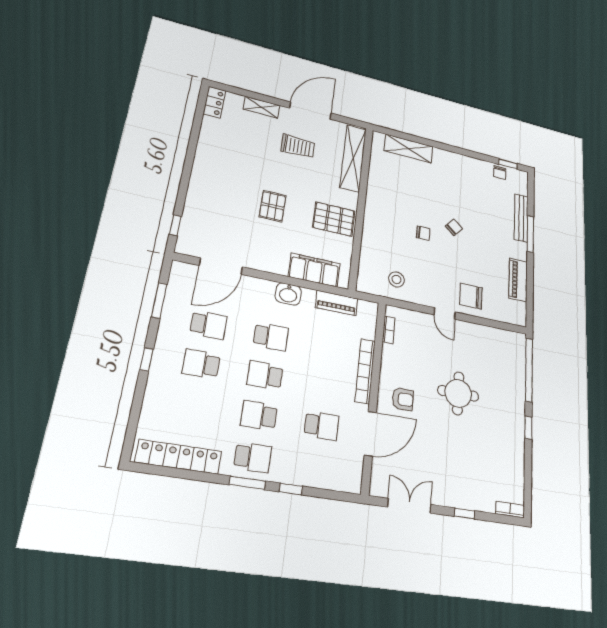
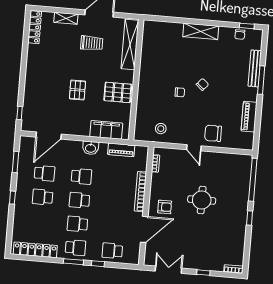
locker: (214, 102) -> (35, 27), width x1.53
shelving: (409, 149) -> (201, 31), moved
school desk: (322, 426) -> (112, 251), moved, turned 180

